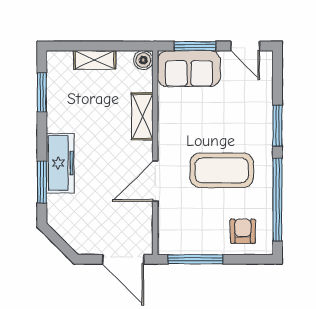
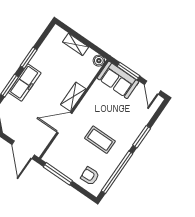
window: (42, 92) -> (29, 58), moved
shelving: (142, 116) -> (73, 97), moved
coffee table: (222, 170) -> (100, 140), width x0.73, depth x0.76
armchair: (243, 231) -> (90, 176), turned -93

